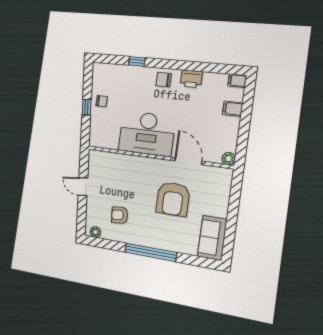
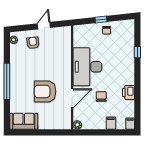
chair: (164, 80) -> (101, 97), moved
armchair: (120, 215) -> (33, 43), moved

